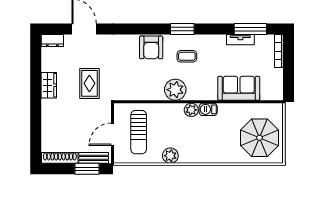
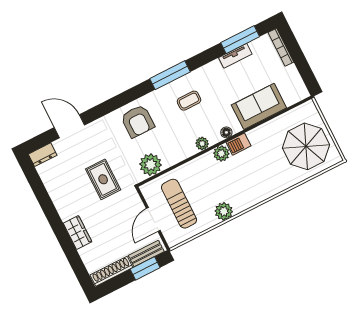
window: (182, 29) -> (170, 75), width x1.44
armchair: (151, 47) -> (138, 121), moved
wardrobe: (49, 85) -> (78, 233), moved
plant: (175, 90) -> (202, 144), width x0.53, depth x0.53
plant: (132, 91) -> (151, 165), added
floor lamp: (203, 96) -> (226, 132), added
sun lounger: (139, 132) -> (179, 204), turned 180

